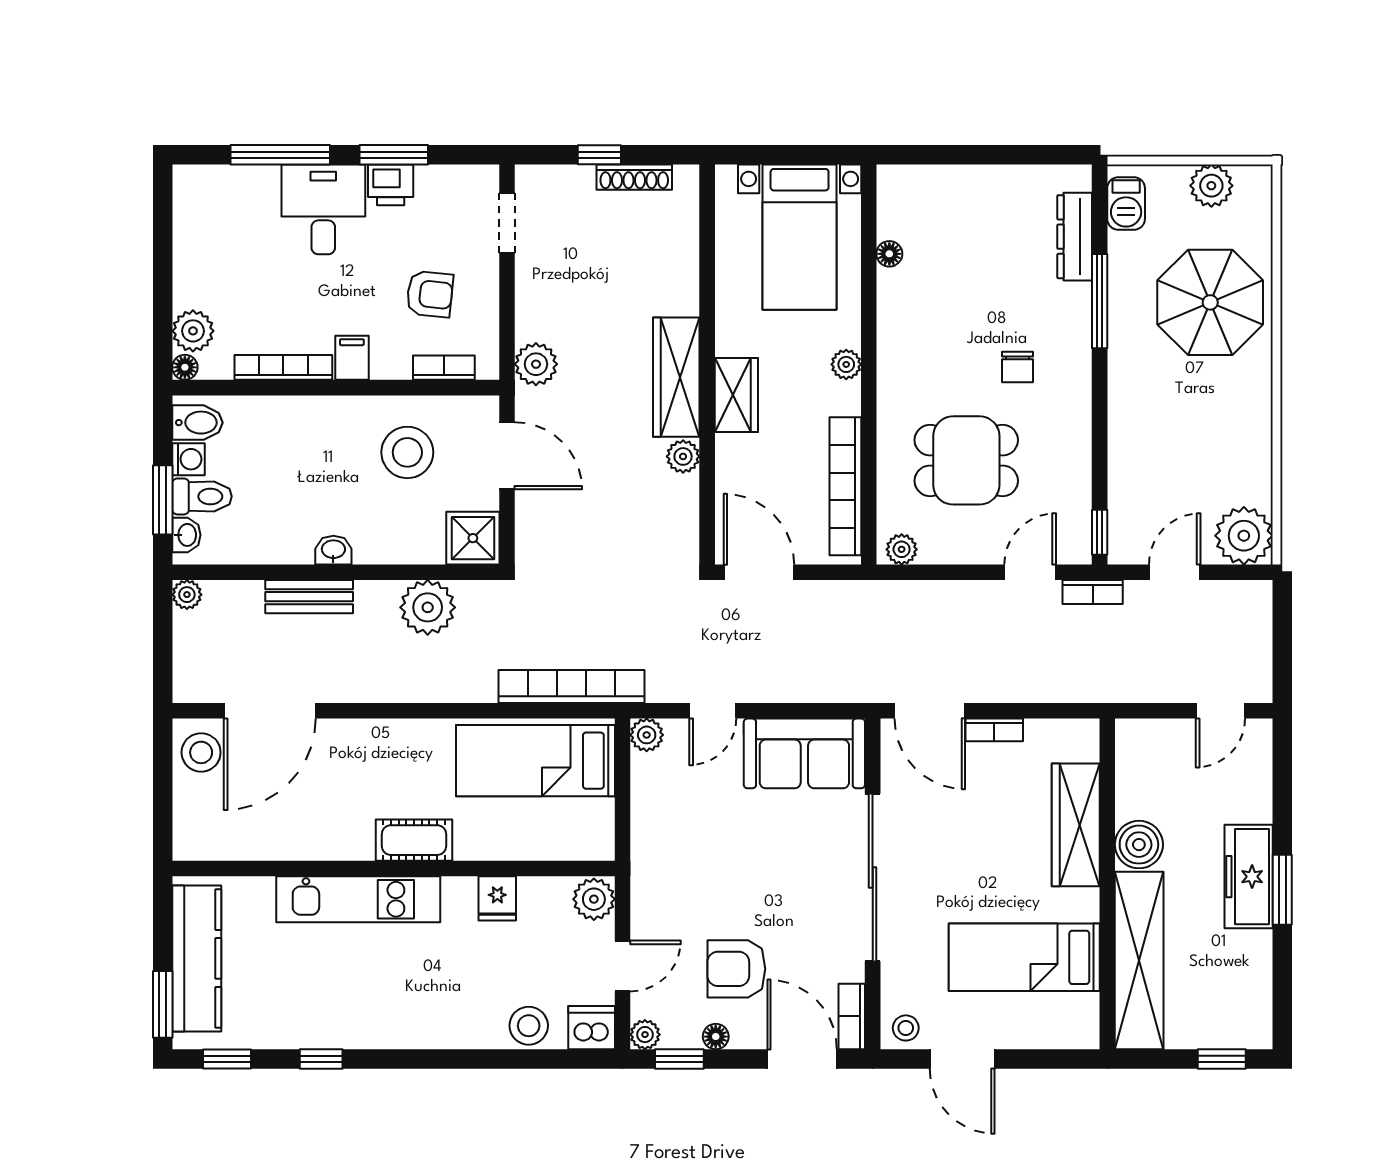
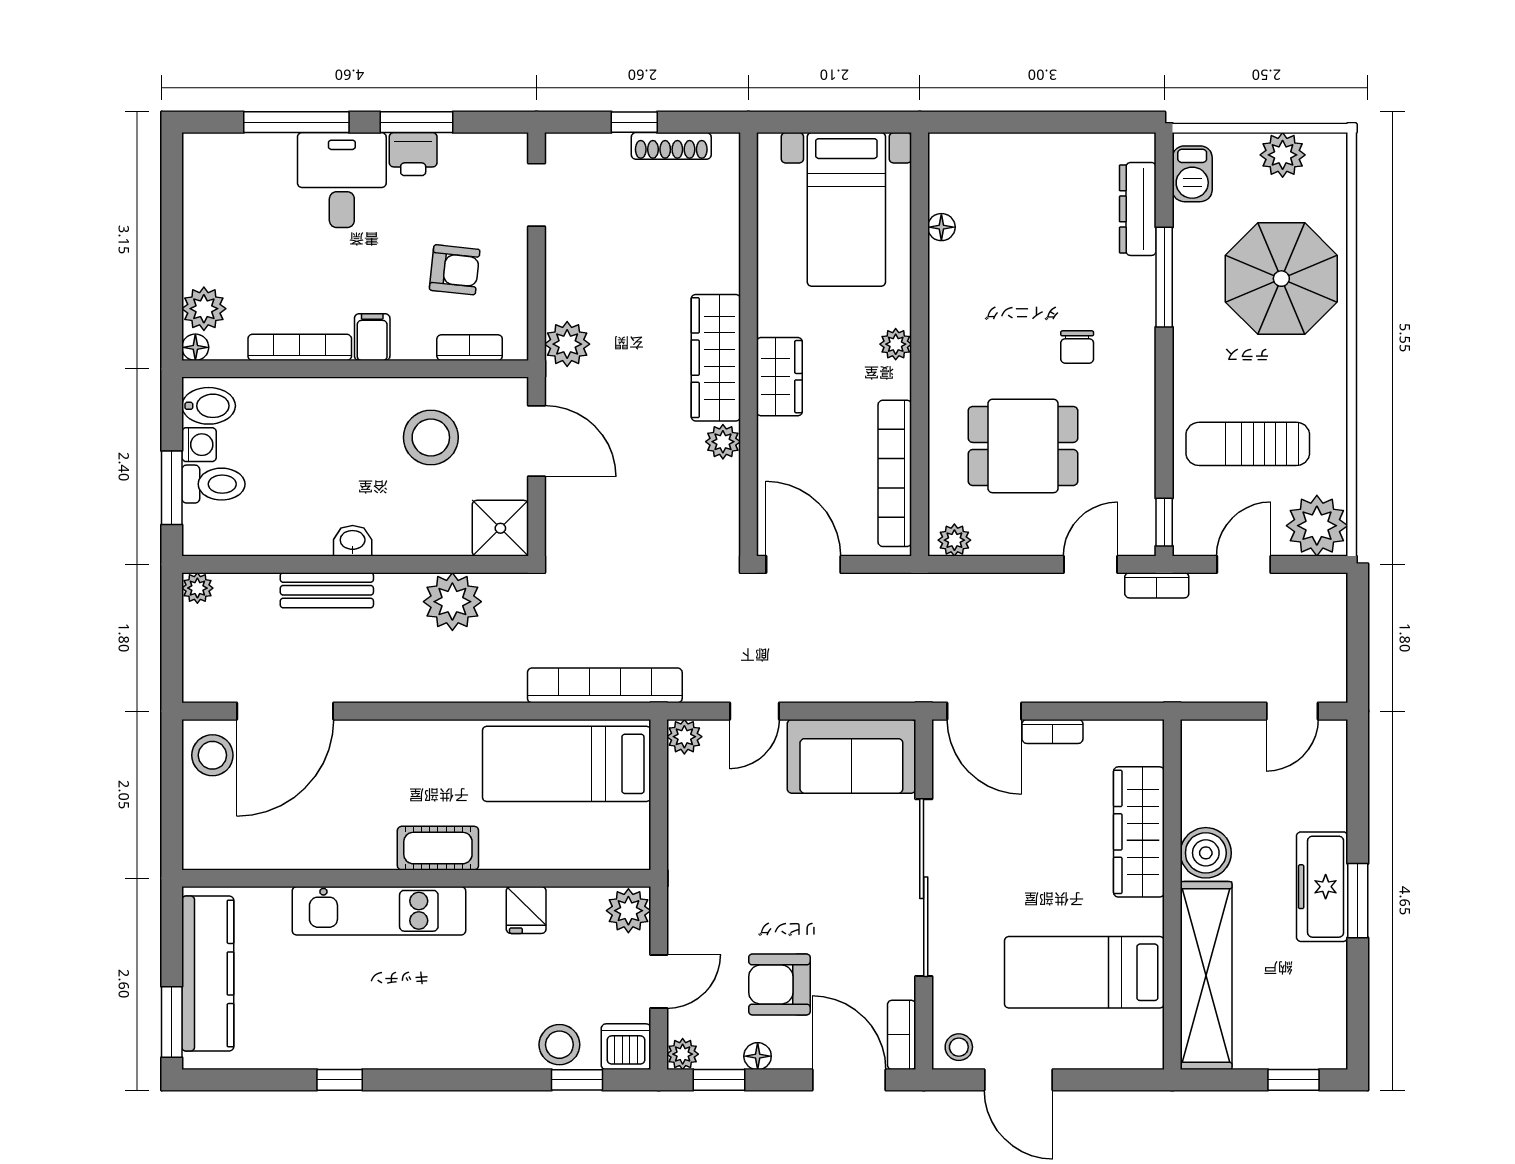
sun lounger: (1179, 459) -> (1248, 444), added
washbasin: (186, 535) -> (197, 525), removed
window: (227, 1059) -> (577, 1080), moved

